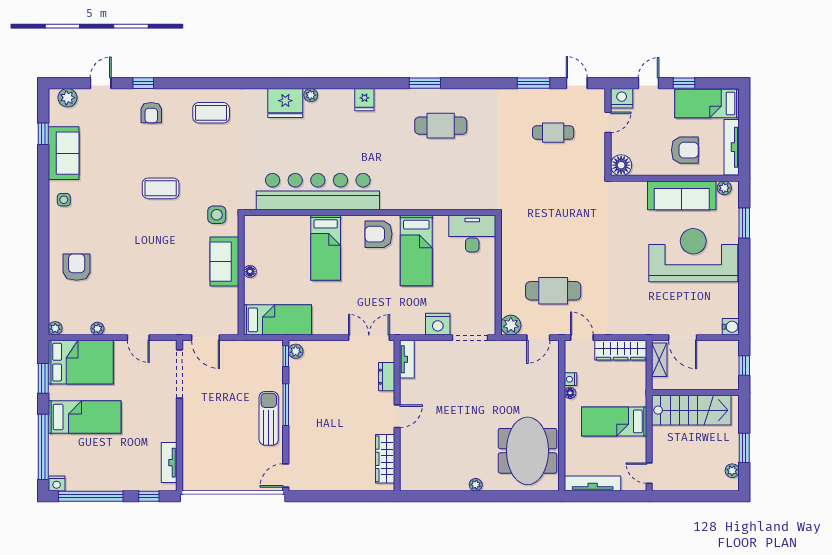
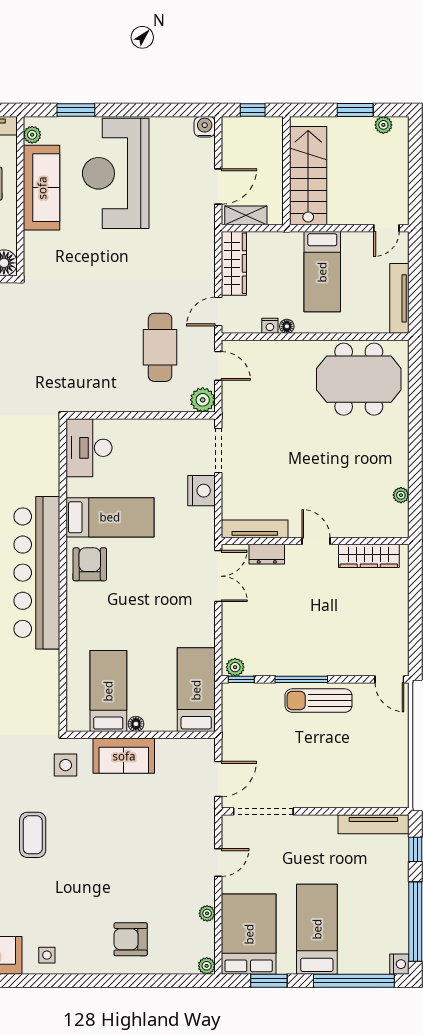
bar counter: (318, 192) -> (37, 573), moved
armchair: (378, 234) -> (90, 564), turned 180
bed: (326, 248) -> (108, 691), moved, turned -90
double door: (369, 338) -> (218, 576), swing flipped
tv unit: (407, 359) -> (255, 529), width x1.41
tv unit: (169, 463) -> (373, 824), width x1.41
plant: (476, 485) -> (401, 495), moved

